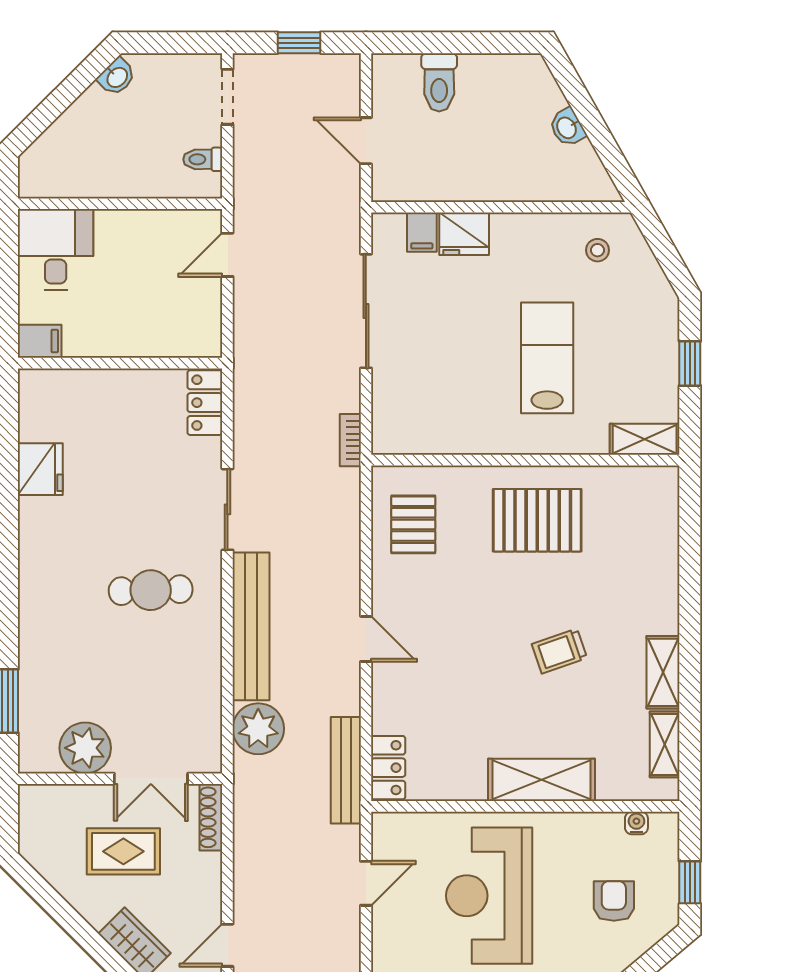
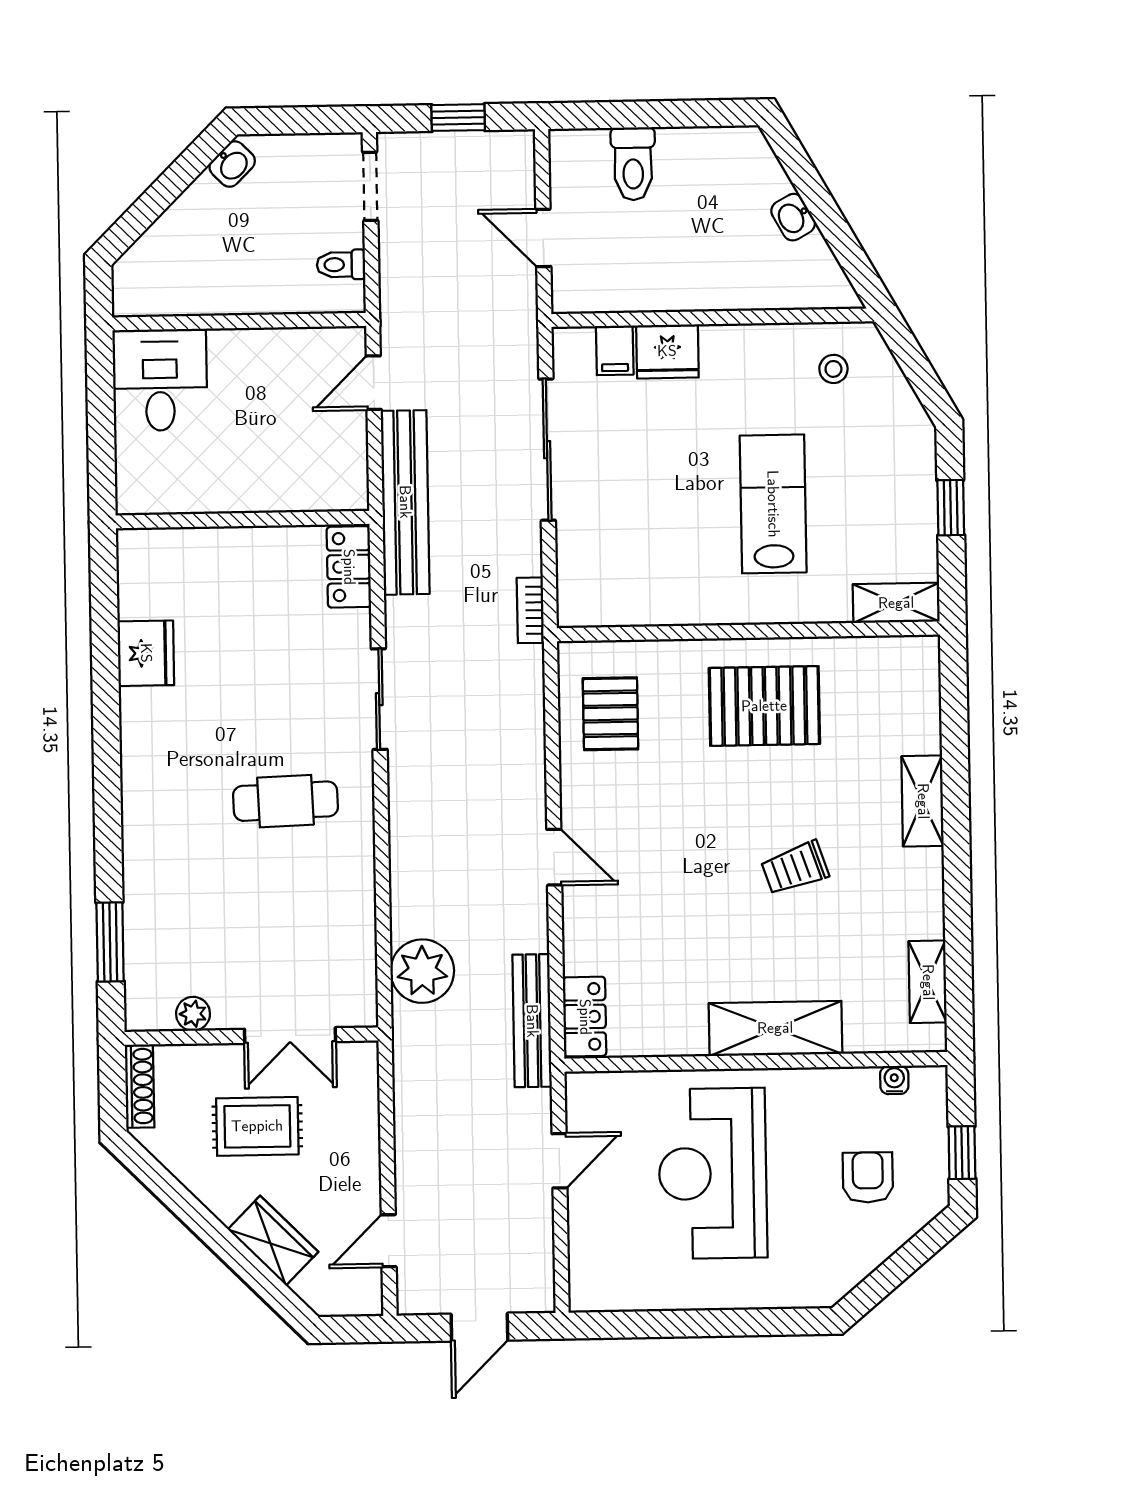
filing cabinet: (40, 341) -> (142, 494), removed
bench: (251, 626) -> (405, 502), moved
shelving: (663, 672) -> (923, 801), moved
plant: (85, 748) -> (193, 1014), width x0.53, depth x0.53
shoe rack: (211, 817) -> (140, 1086), moved, turned 180

